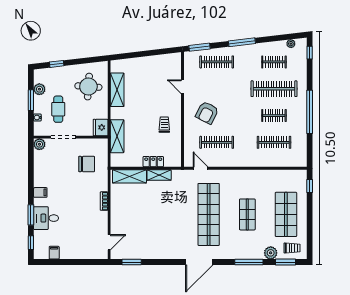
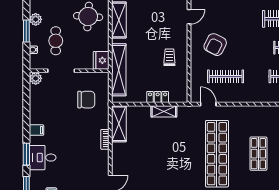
door: (183, 87) -> (189, 17), swing flipped
shelving: (117, 136) -> (119, 70), width x1.47
shelving: (129, 176) -> (119, 124), moved, turned 90

